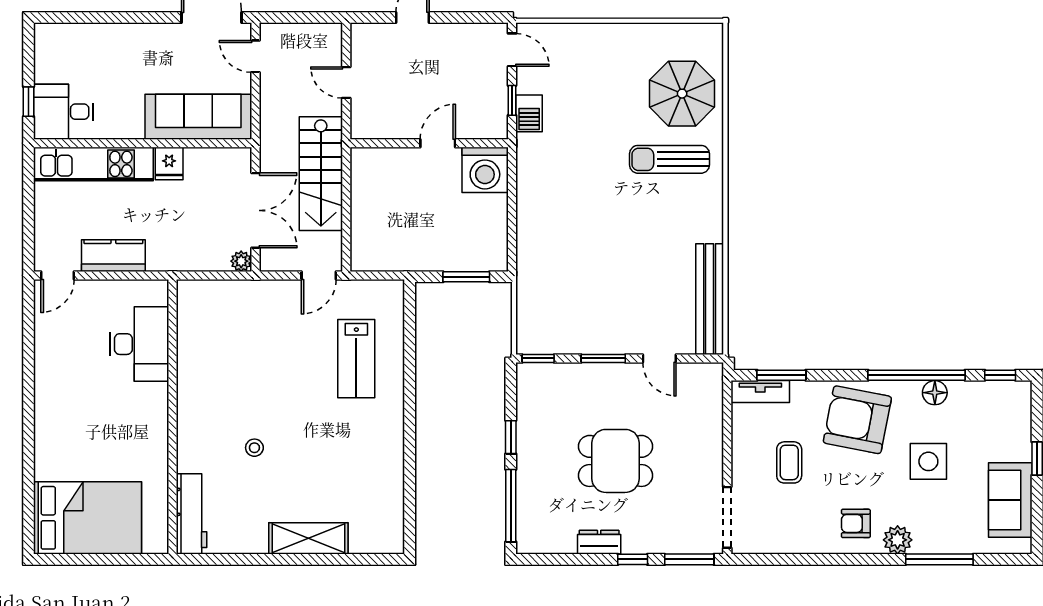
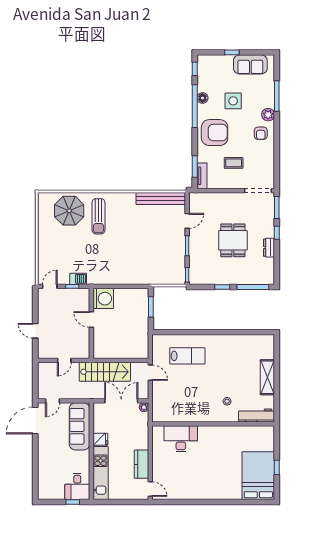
desk: (139, 344) -> (181, 439), moved
wall: (172, 417) -> (213, 424), moved
armchair: (857, 420) -> (215, 133), turned -101
workbench: (191, 514) -> (257, 416), moved
window: (106, 559) -> (277, 467), added

